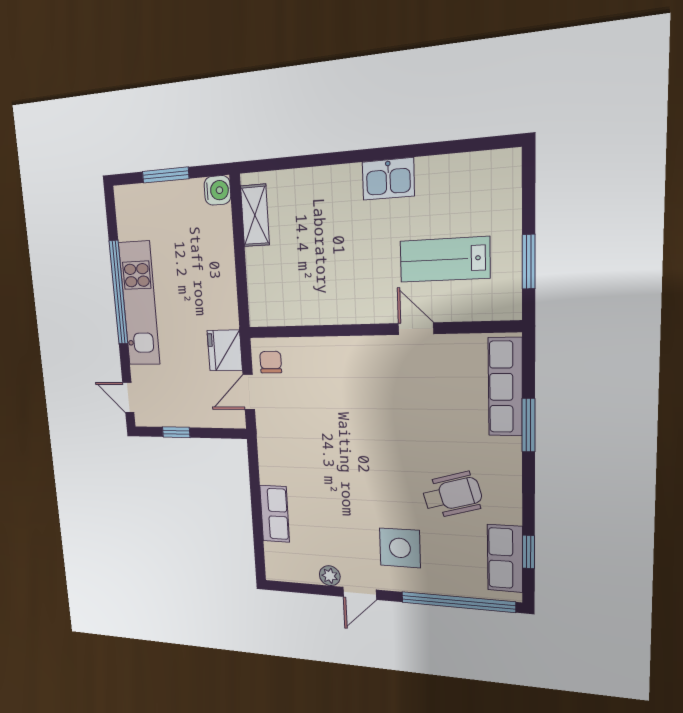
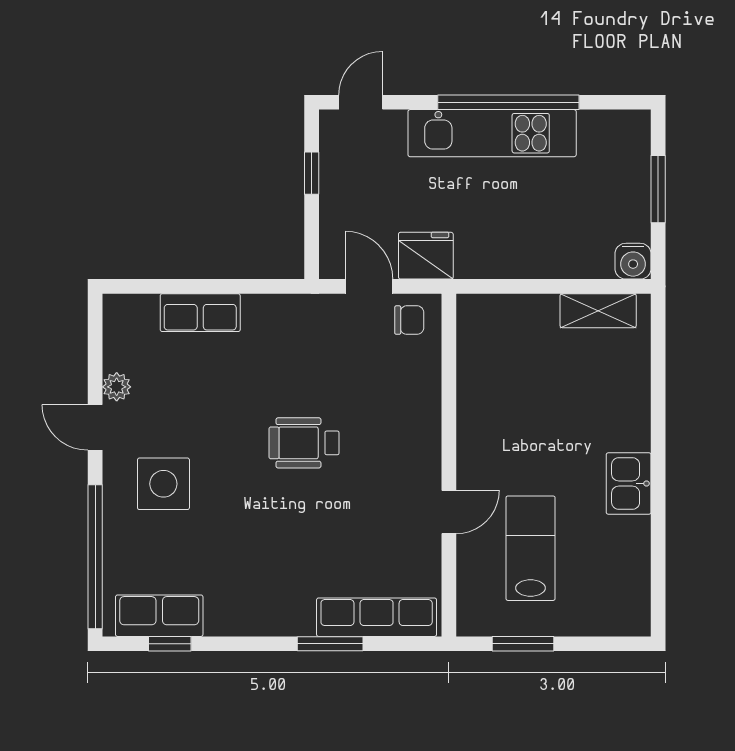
wheelchair: (452, 495) -> (304, 443), moved, turned 106

